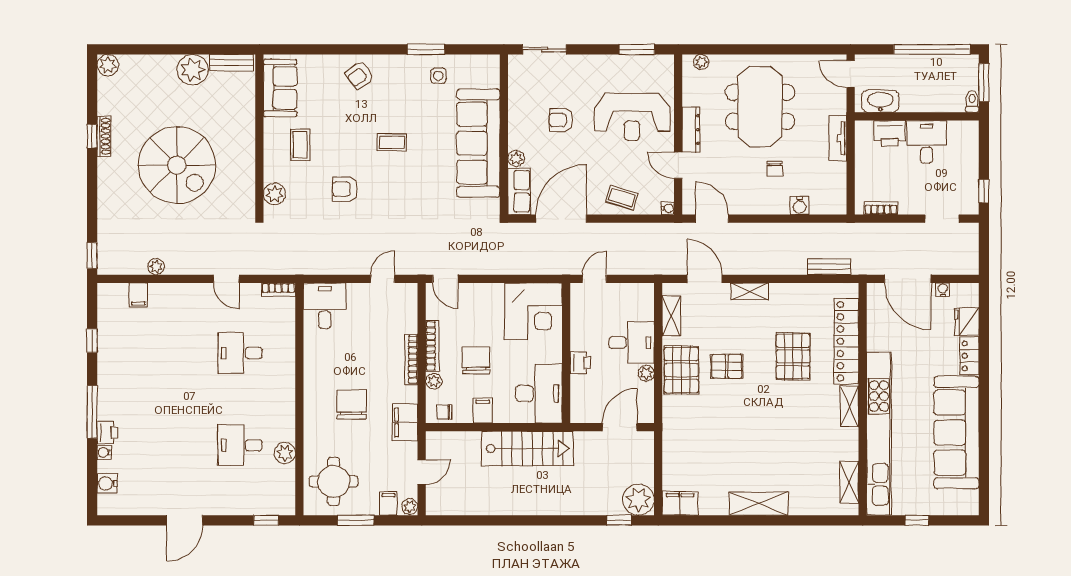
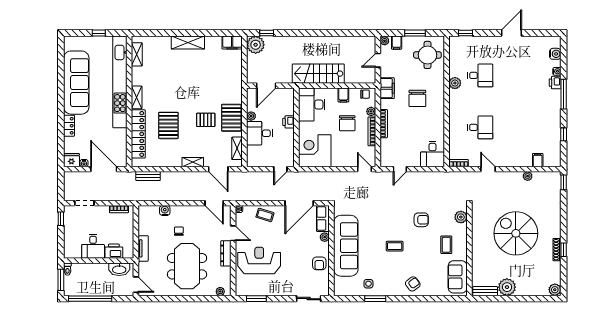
armchair: (561, 120) -> (319, 263), moved, turned 90
fridge: (967, 322) -> (71, 160), moved, turned -90
plant: (285, 453) -> (455, 83), moved

